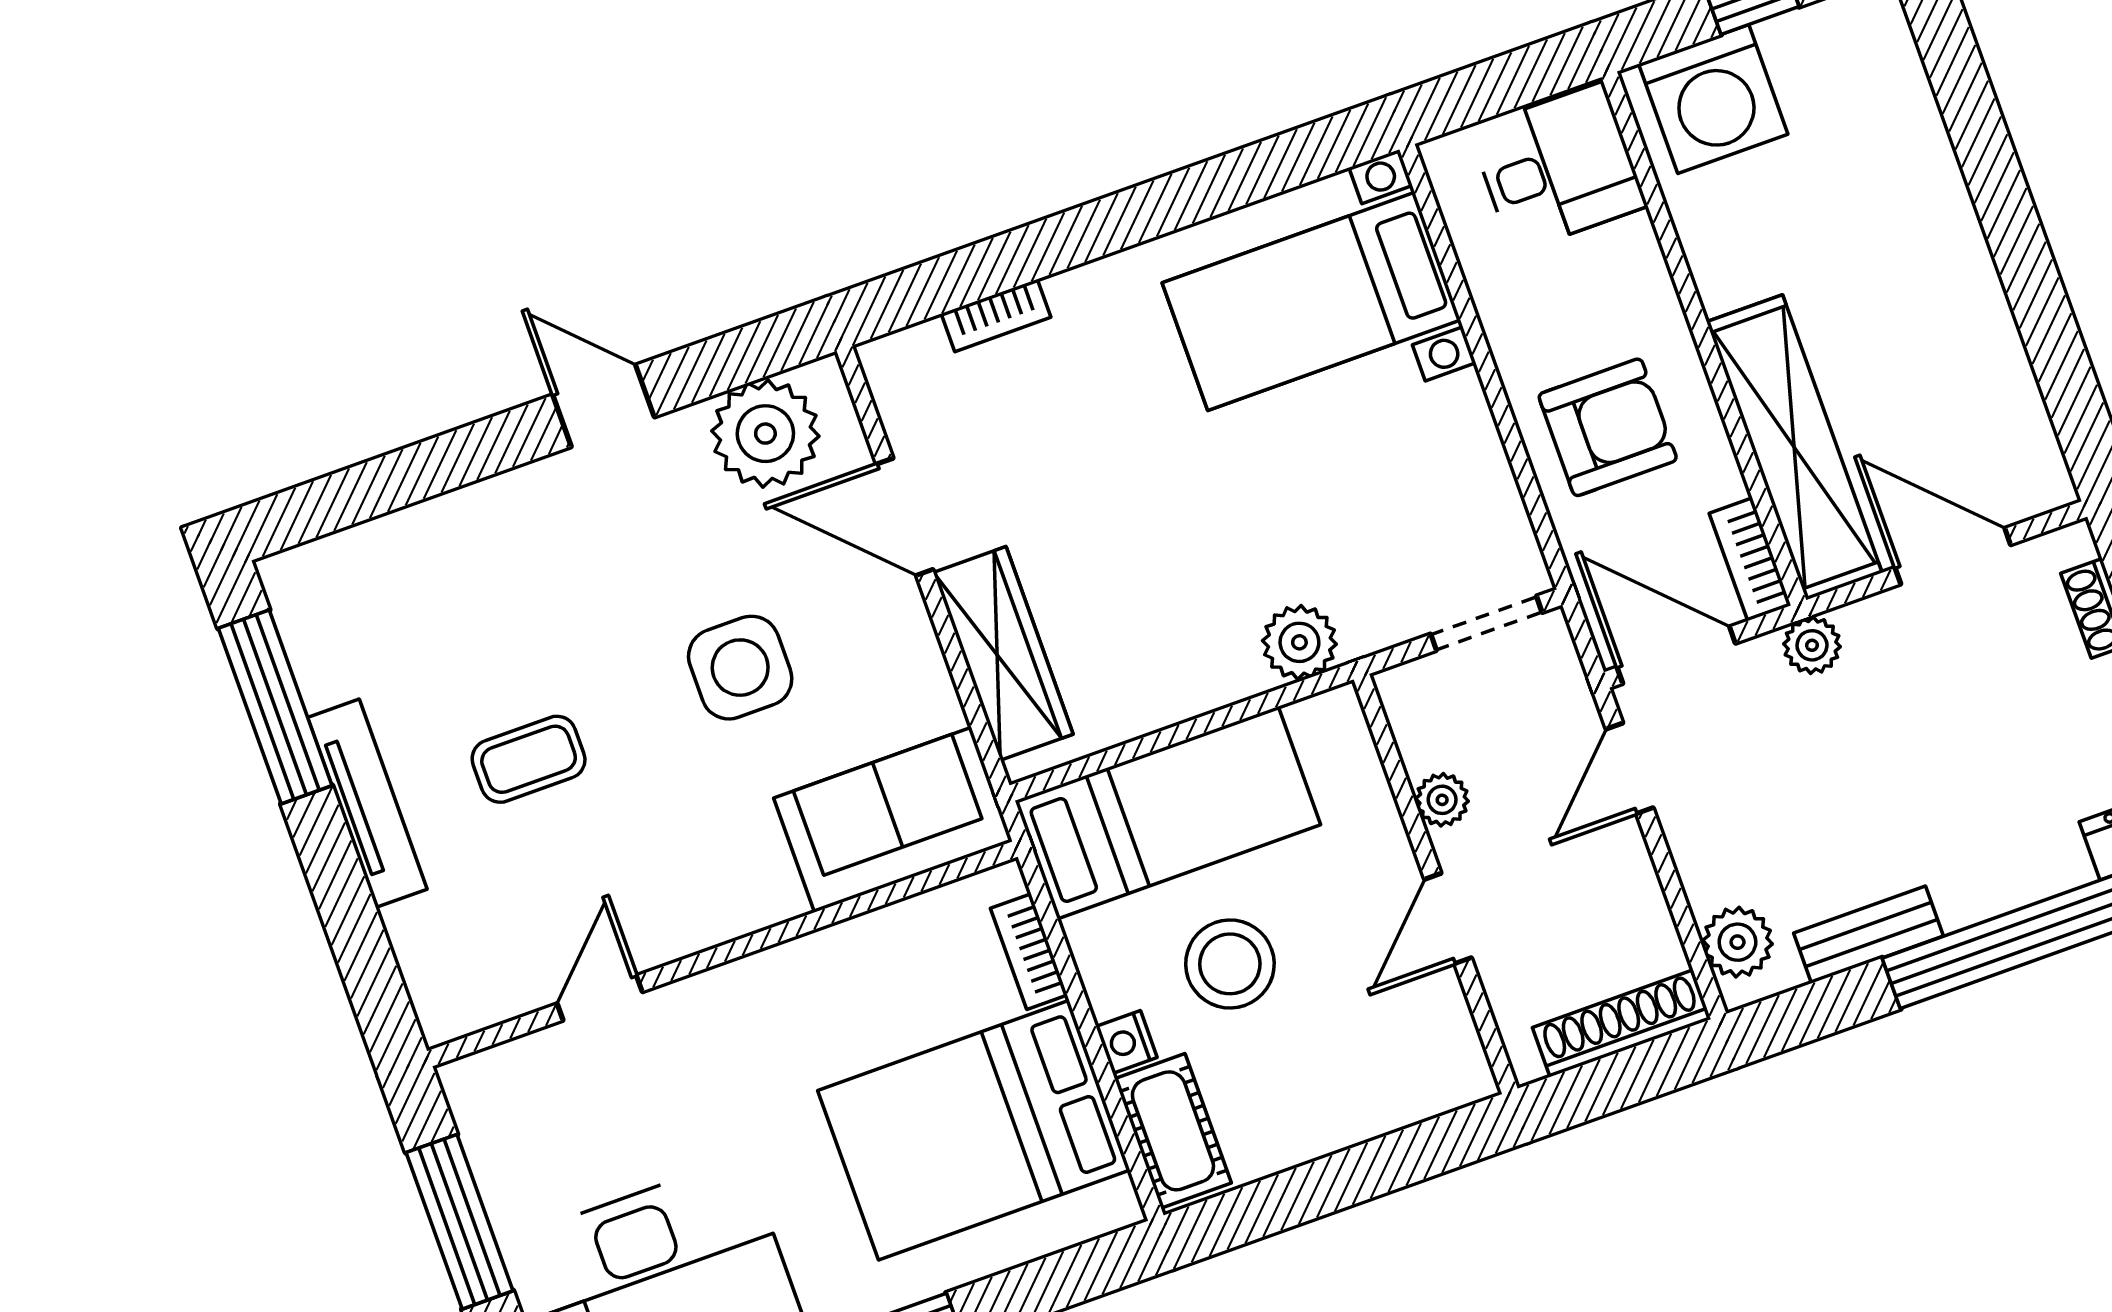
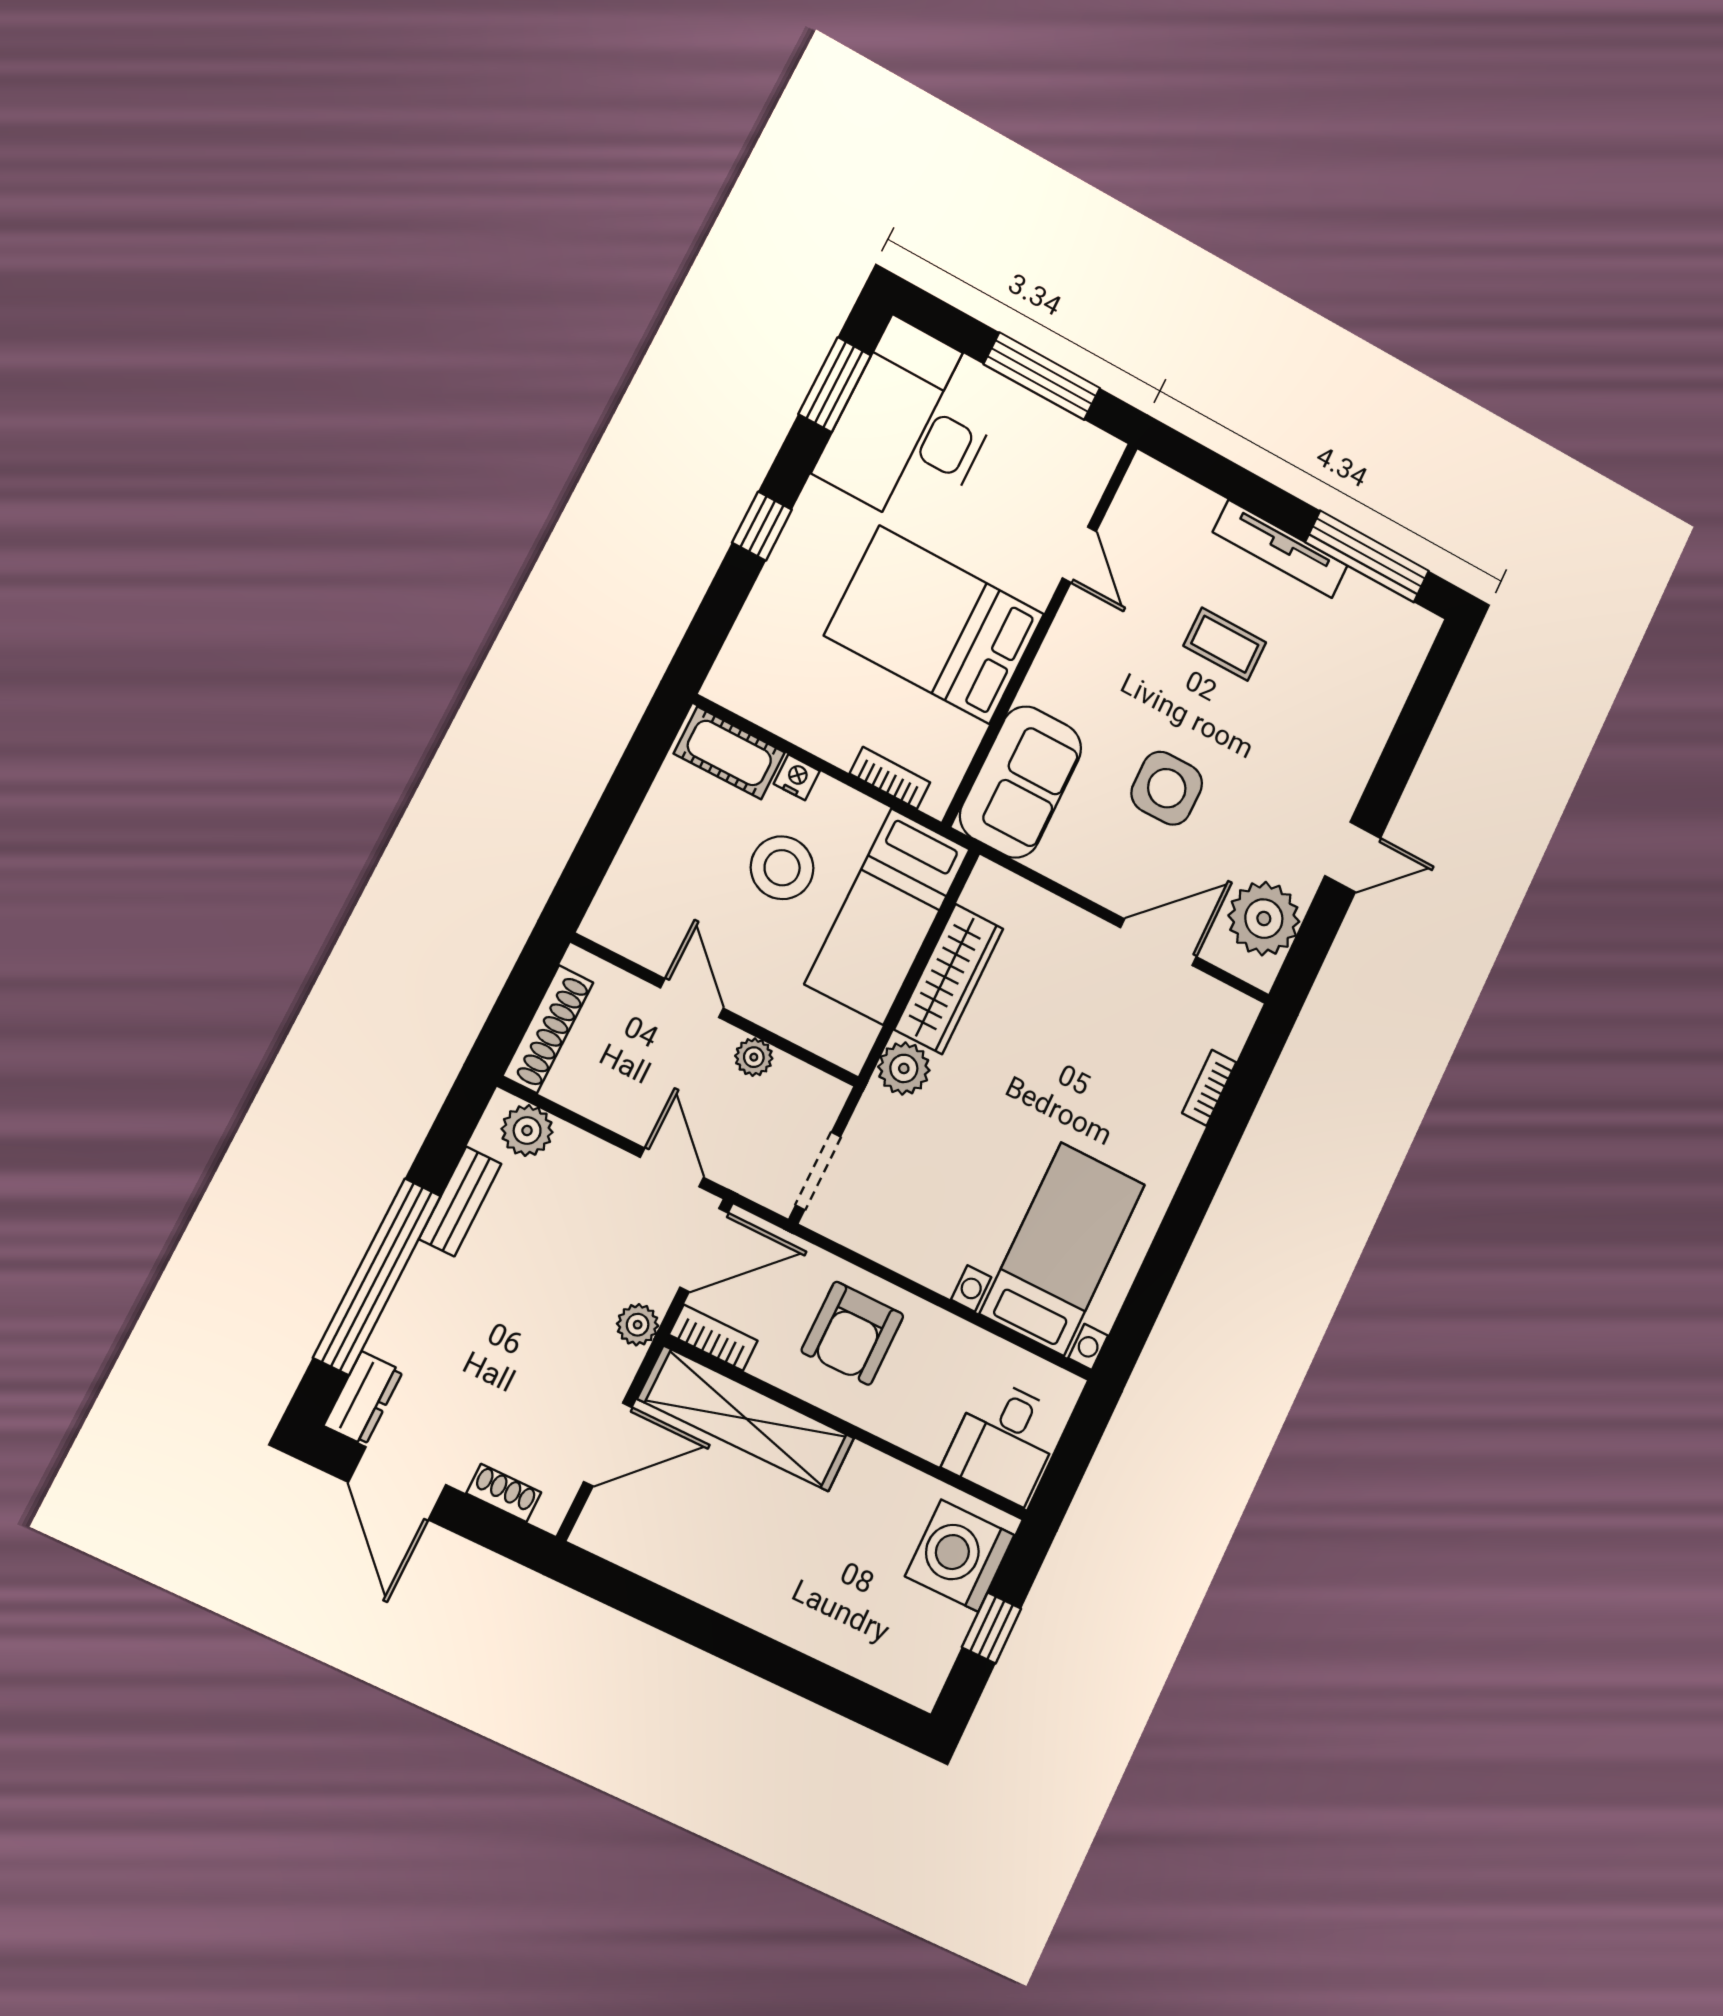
wardrobe: (1003, 653) -> (949, 979), moved, turned -90
coffee table: (529, 759) -> (1225, 644), turned 90
bed: (974, 1130) -> (935, 625), moved, turned -90

